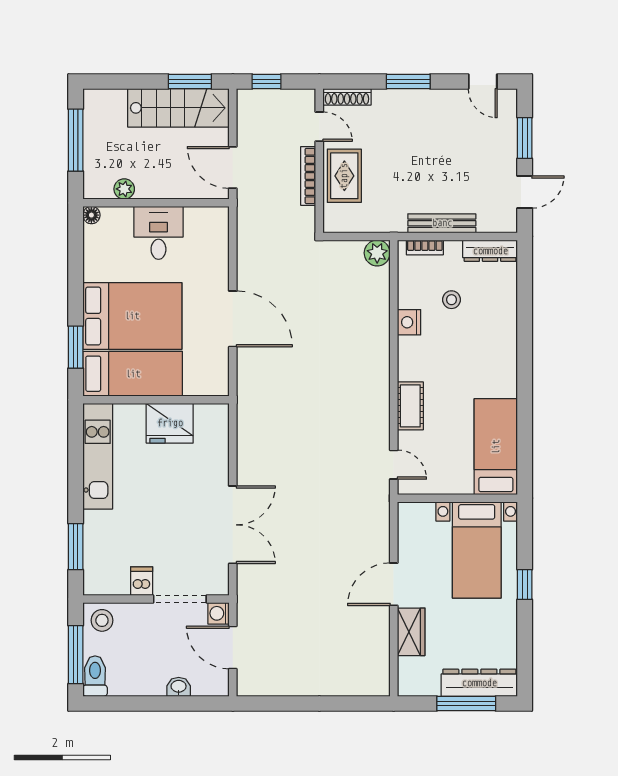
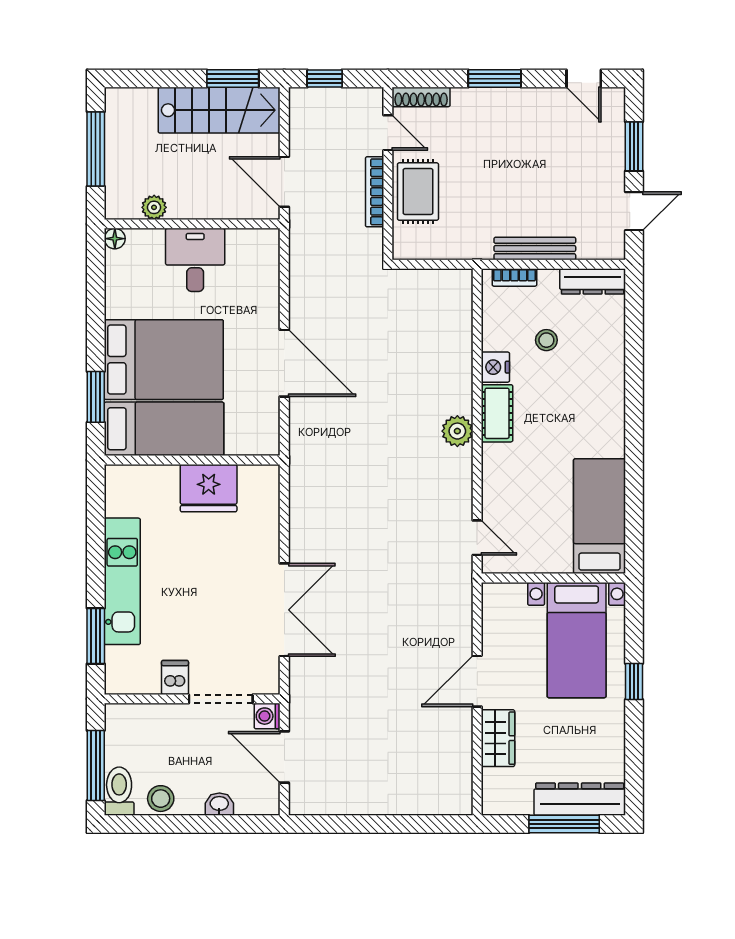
plant: (377, 253) -> (457, 431), moved
cot: (410, 406) -> (497, 413), moved
kitchen unit: (98, 456) -> (122, 581), moved
stool: (102, 620) -> (161, 799), moved

